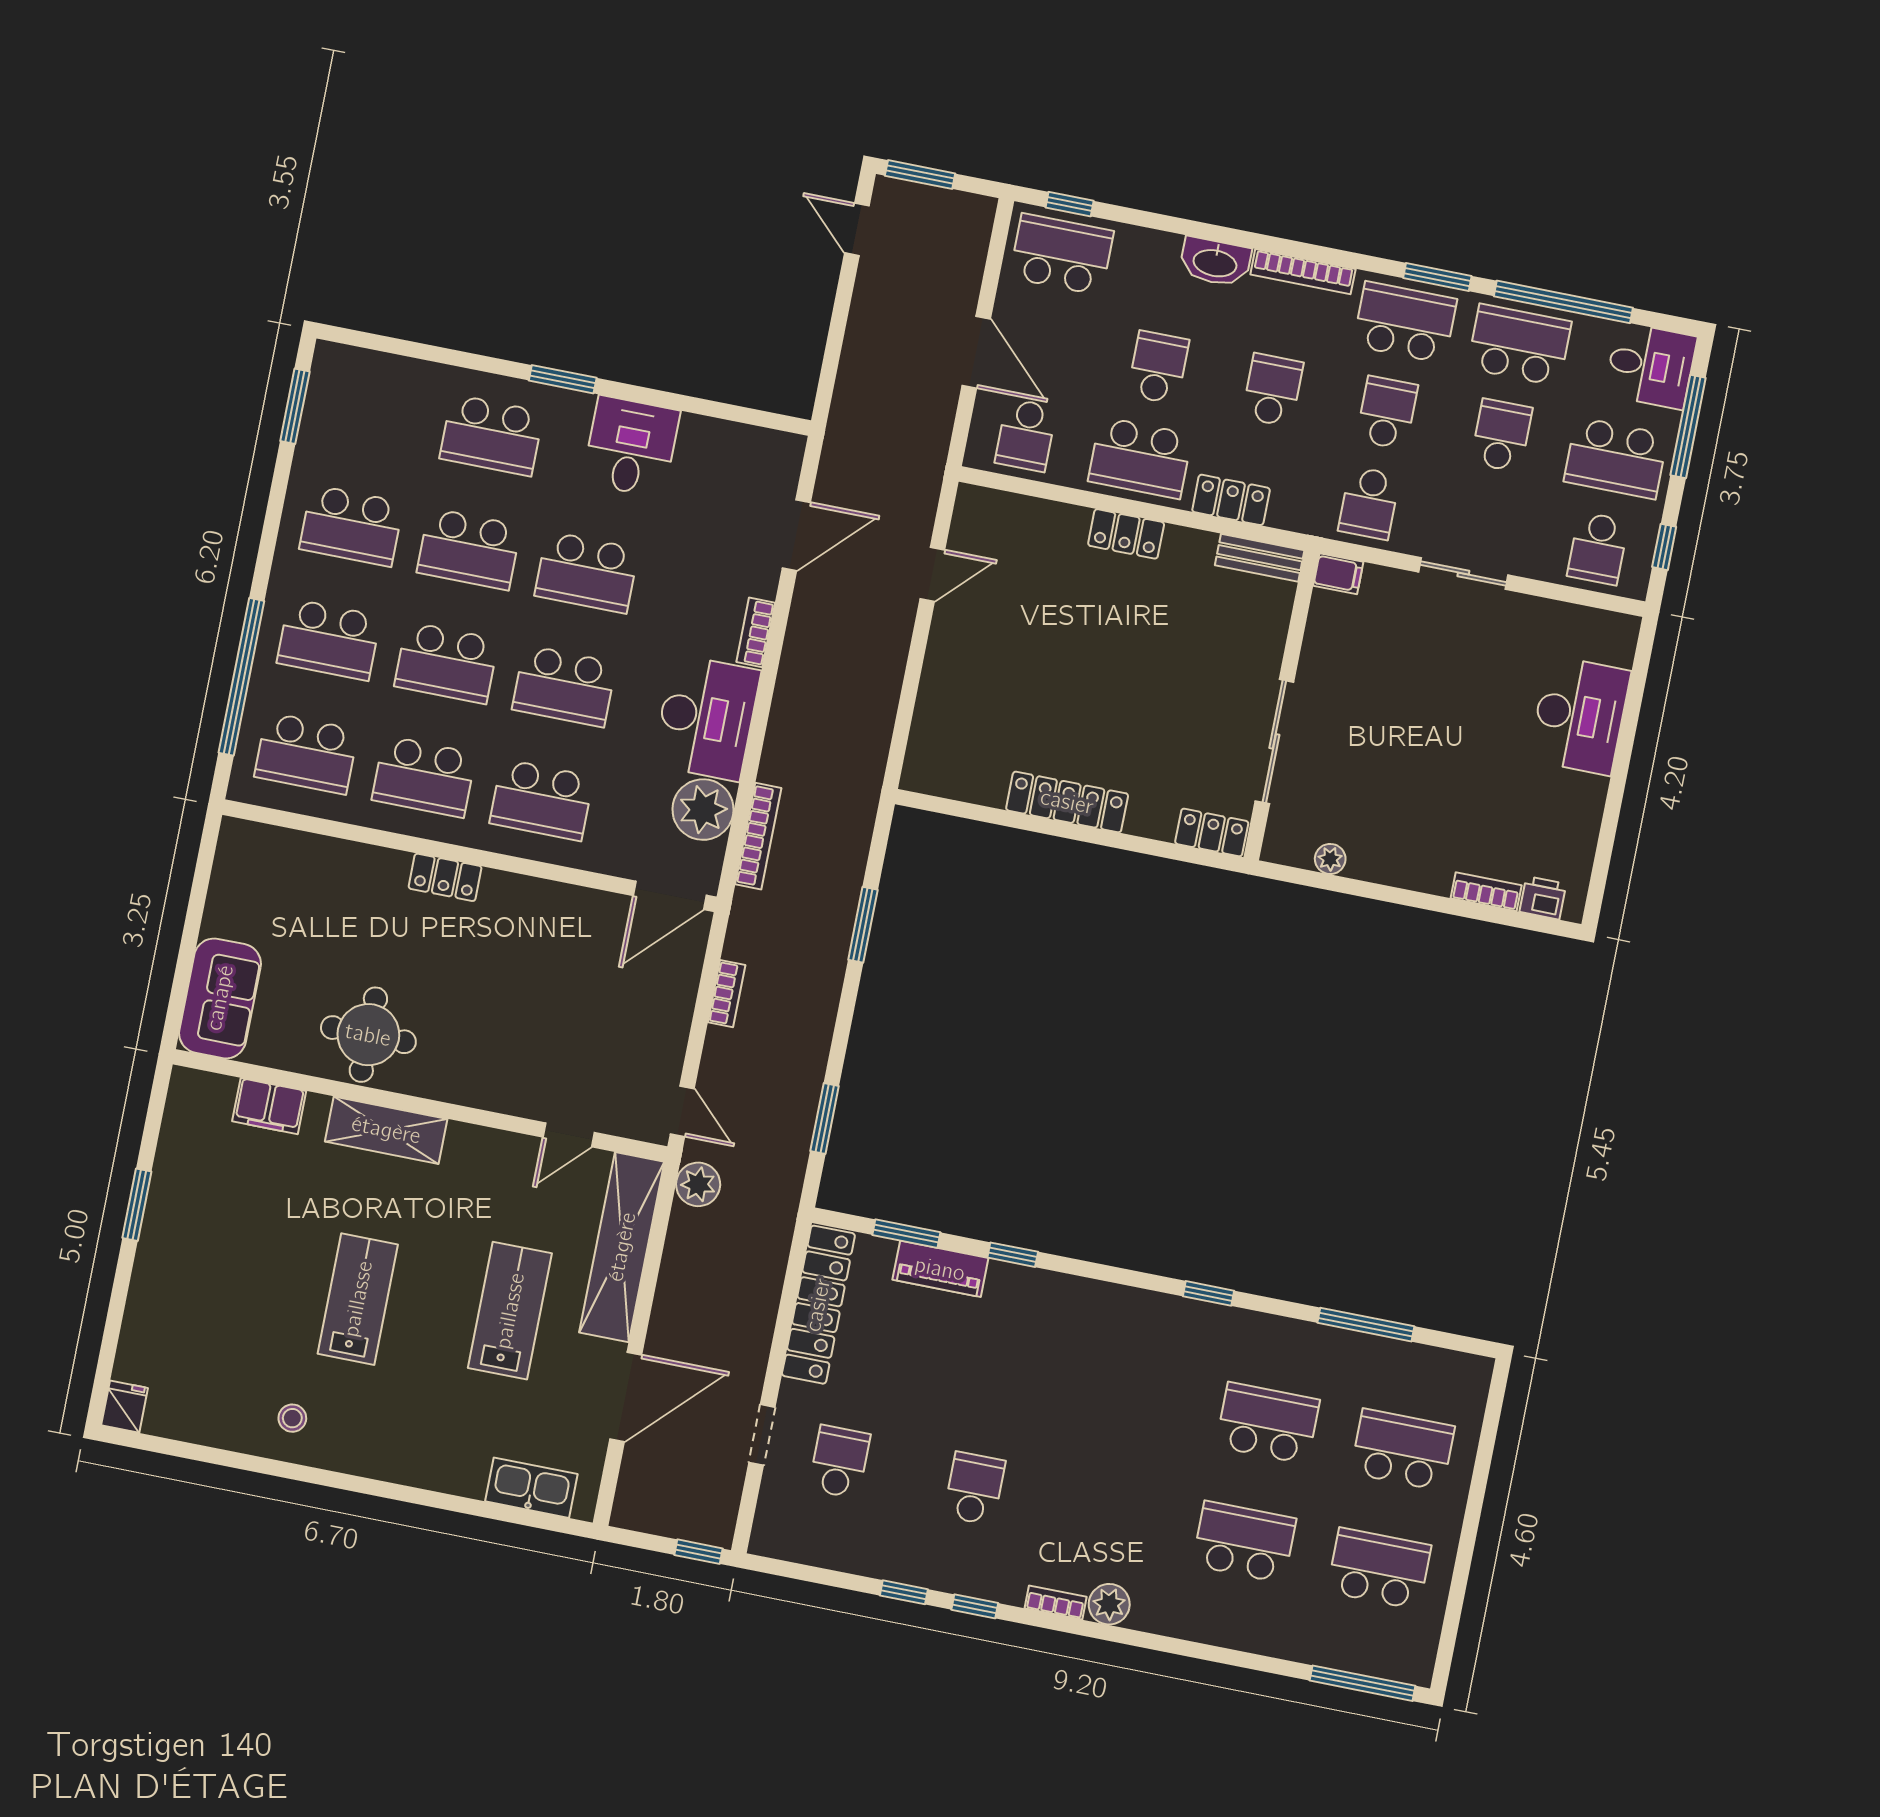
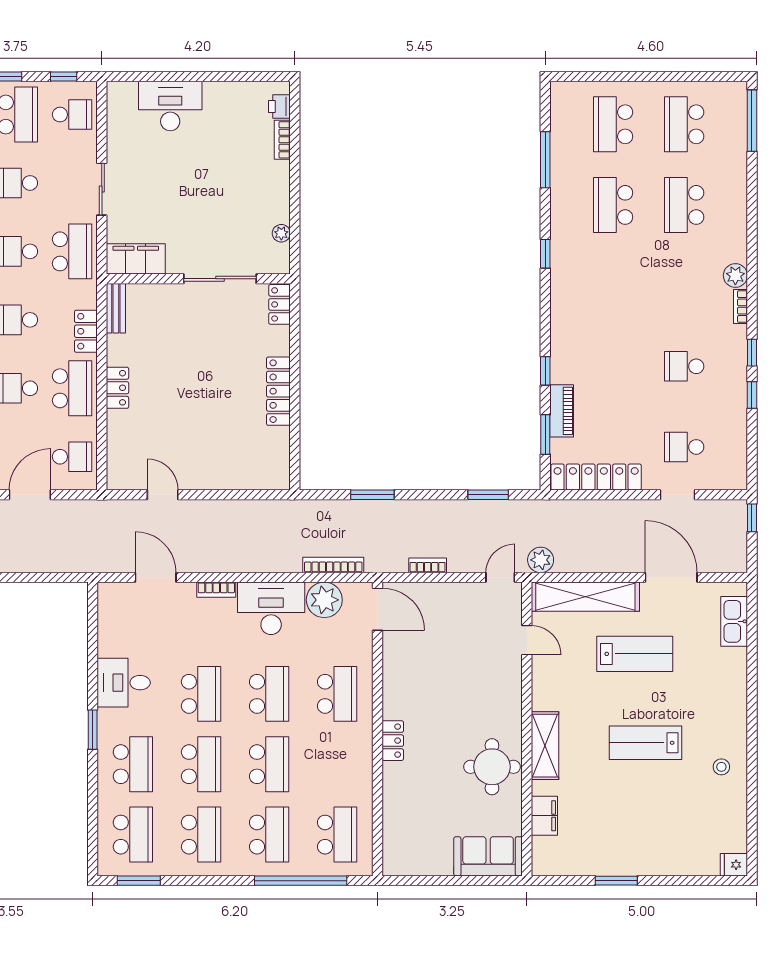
school desk: (1369, 503) -> (72, 251), width x1.85
filing cabinet: (1338, 574) -> (136, 259), width x3.00, depth x1.17
school desk: (424, 777) -> (133, 835), moved
lab bench: (510, 1311) -> (635, 654), turned 180

